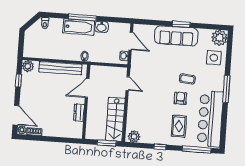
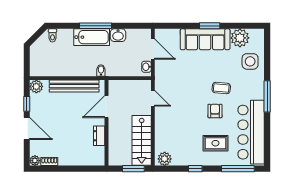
plant: (219, 38) -> (240, 38), moved
door: (16, 115) -> (27, 128), moved
rug: (179, 126) -> (215, 143), turned 90

